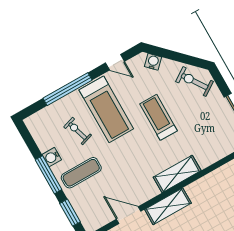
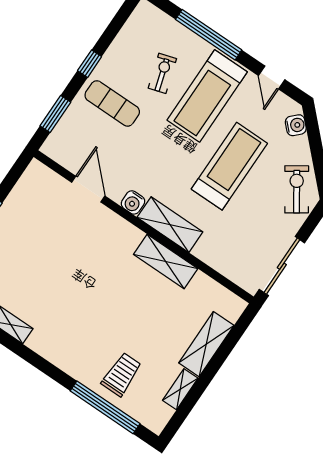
treadmill: (158, 117) -> (229, 166), width x1.37, depth x1.38
water cooler: (52, 157) -> (133, 202), moved, turned -90
window: (49, 175) -> (90, 64), width x0.46
shelving: (168, 206) -> (166, 262), moved

